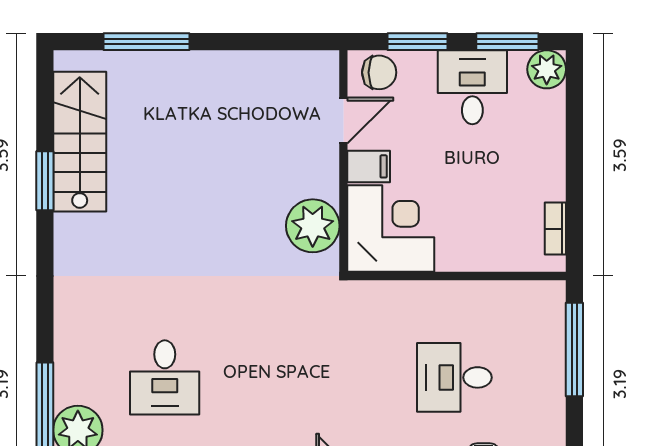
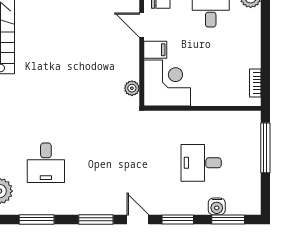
door: (343, 121) -> (142, 25), swing flipped
plant: (313, 226) -> (132, 88), width x0.53, depth x0.53

